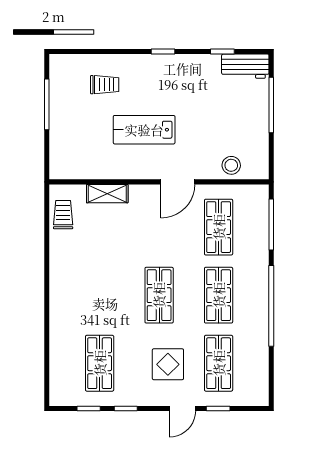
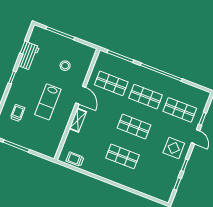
workbench: (245, 66) -> (29, 56), moved
stool: (231, 165) -> (65, 66), moved
shelving: (107, 194) -> (78, 120), moved
shop shelf: (100, 363) -> (122, 156), moved
display table: (168, 364) -> (174, 148), moved

